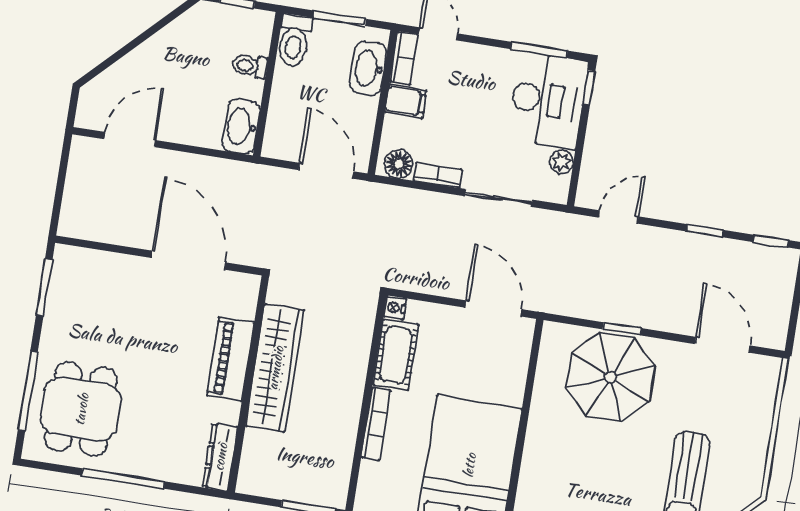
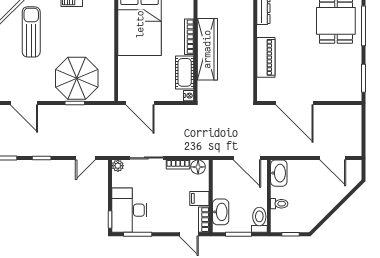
door: (130, 140) -> (333, 158), hinge flipped
plant: (561, 162) -> (118, 166), moved
door: (326, 171) -> (247, 158), moved
wardrobe: (275, 368) -> (207, 49), moved, turned 180

